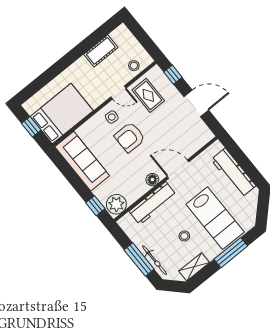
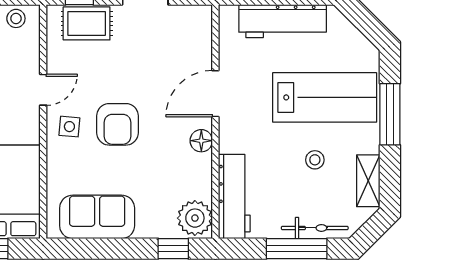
stool: (134, 66) -> (16, 18), moved
rug: (148, 95) -> (87, 23), moved
sofa: (82, 161) -> (97, 217), width x0.73
workbench: (153, 203) -> (234, 197), moved

